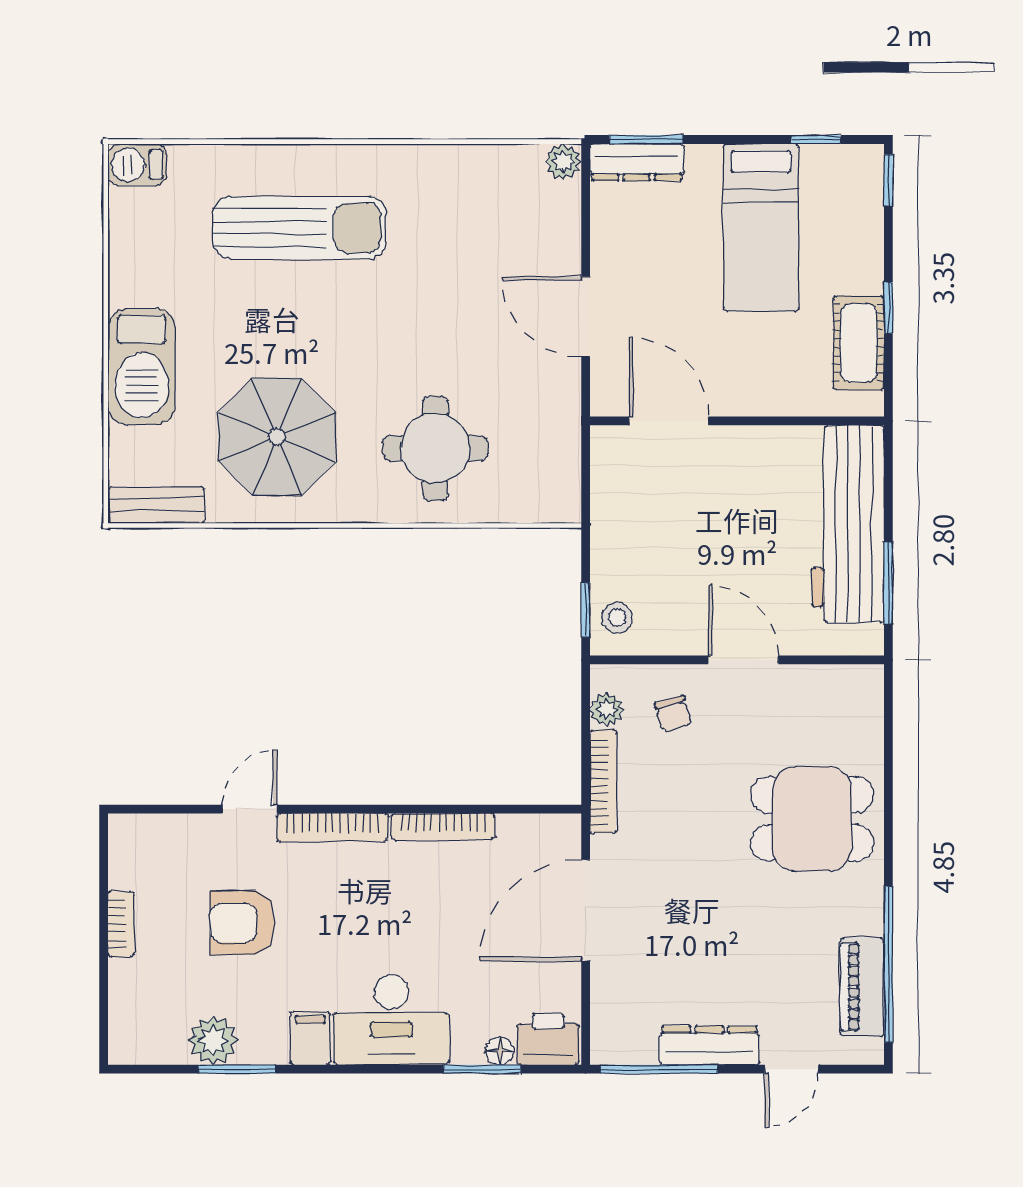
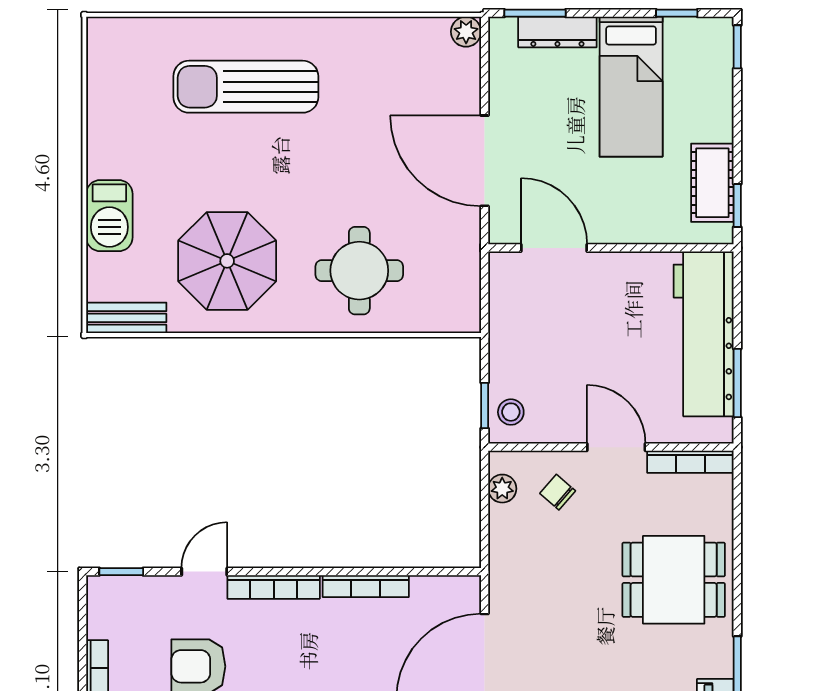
dresser: (637, 162) -> (557, 32), moved
barbecue: (137, 165) -> (111, 34), removed
sun lounger: (299, 228) -> (246, 87), turned 180
window: (888, 308) -> (737, 206), moved
door: (586, 317) -> (485, 161), width x1.36
barbecue: (142, 367) -> (109, 216), width x0.73, depth x0.83
chair: (673, 714) -> (558, 492), turned 148
bookcase: (603, 782) -> (690, 462), moved, turned 90
window: (150, 809) -> (121, 572), added

